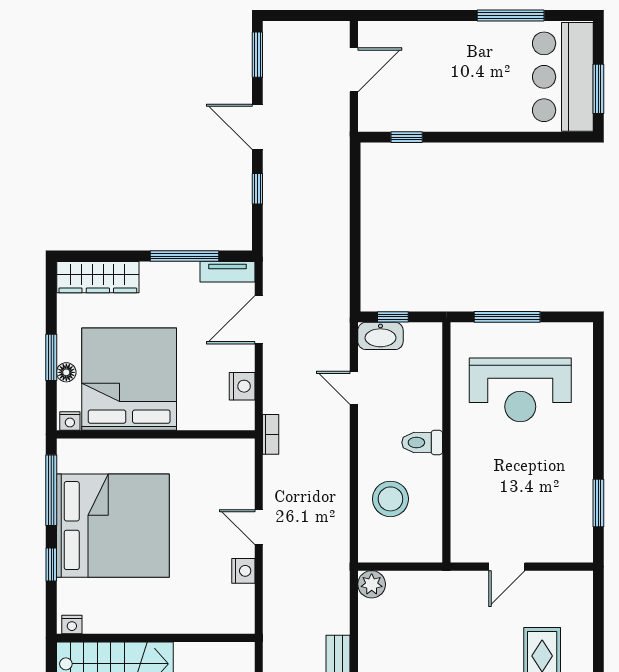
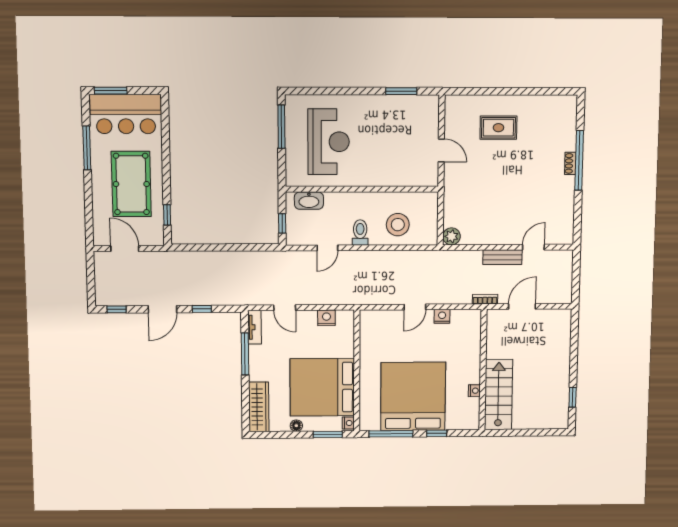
window: (257, 55) -> (117, 309), width x0.67
pool table: (455, 83) -> (131, 184), added
window: (598, 89) -> (111, 91), moved
window: (507, 317) -> (281, 127), moved
door: (259, 320) -> (285, 308), width x0.73
washbasin: (380, 336) -> (309, 201), moved, turned 90
window: (51, 357) -> (328, 434), moved
floor lamp: (66, 372) -> (296, 426), moved
bookcase: (271, 434) -> (485, 299), moved
toilet: (422, 442) -> (360, 233), moved, turned 180
nightstand: (72, 625) -> (474, 391), moved

